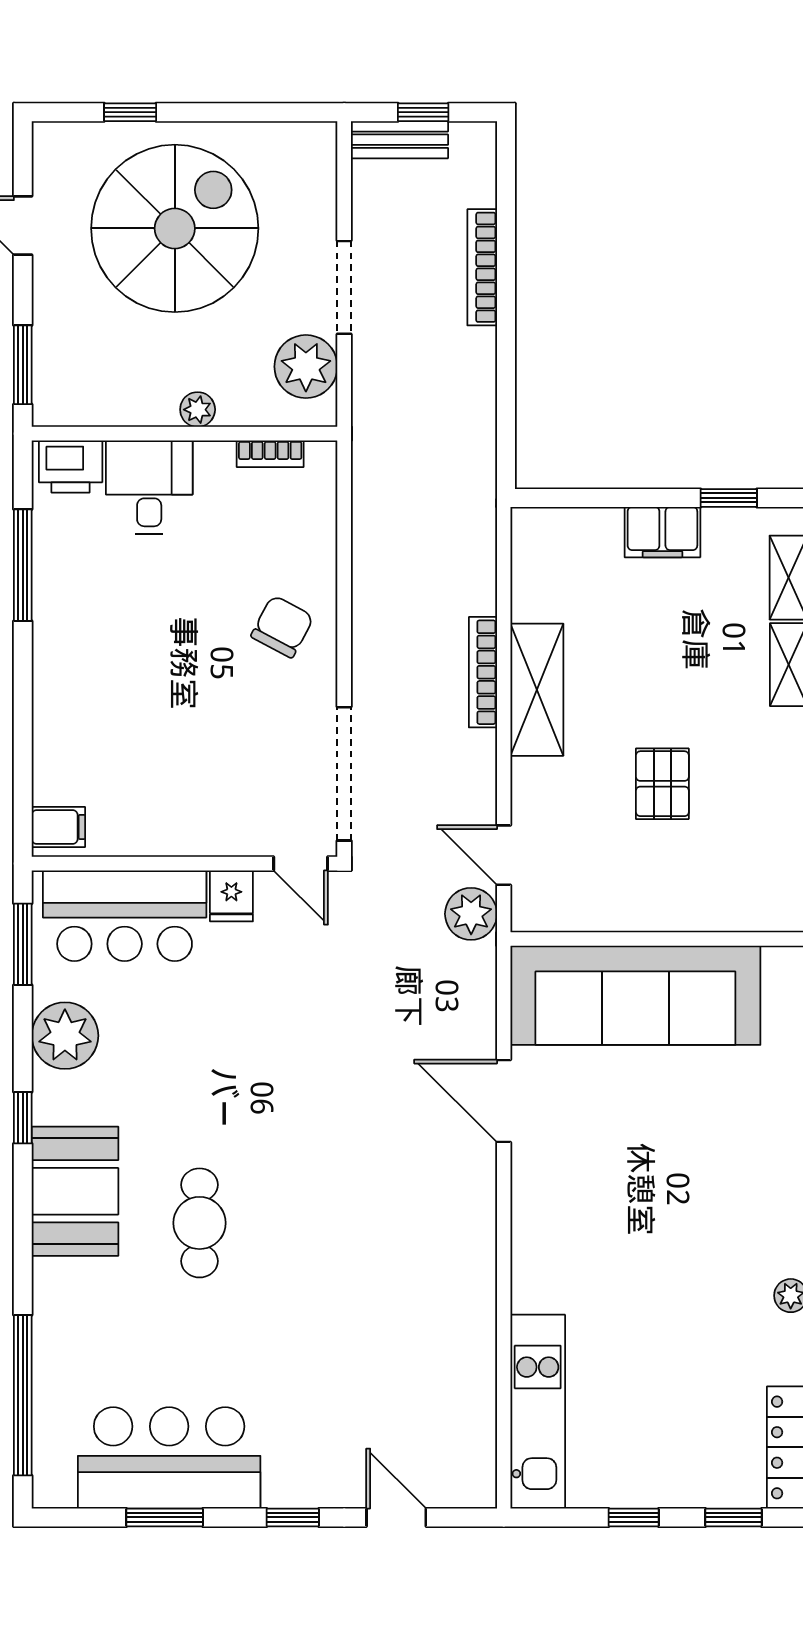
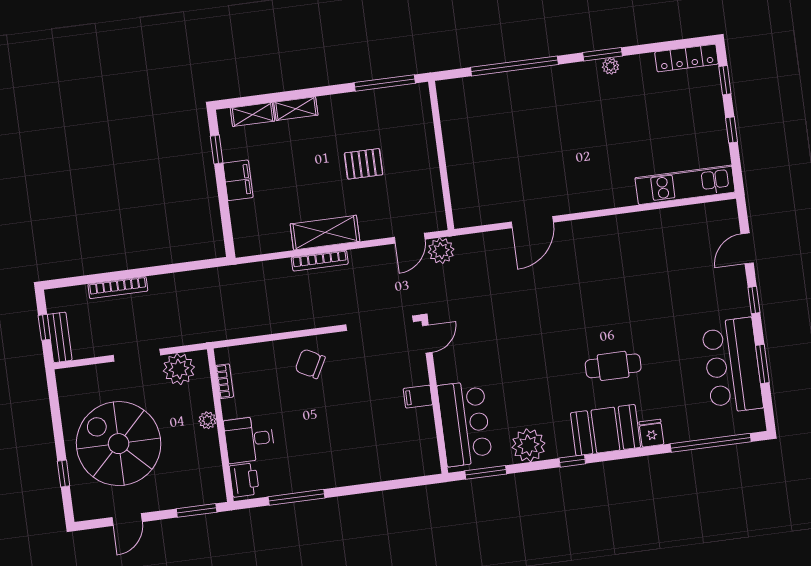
filing cabinet: (58, 827) -> (418, 397), moved, turned -90
fridge: (231, 896) -> (651, 433), moved, turned -90
sofa: (635, 995) -> (471, 163), removed

